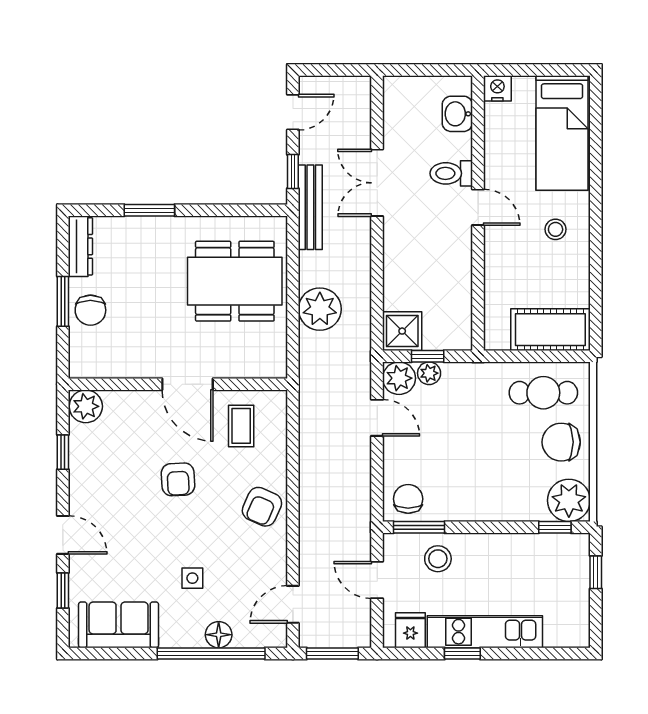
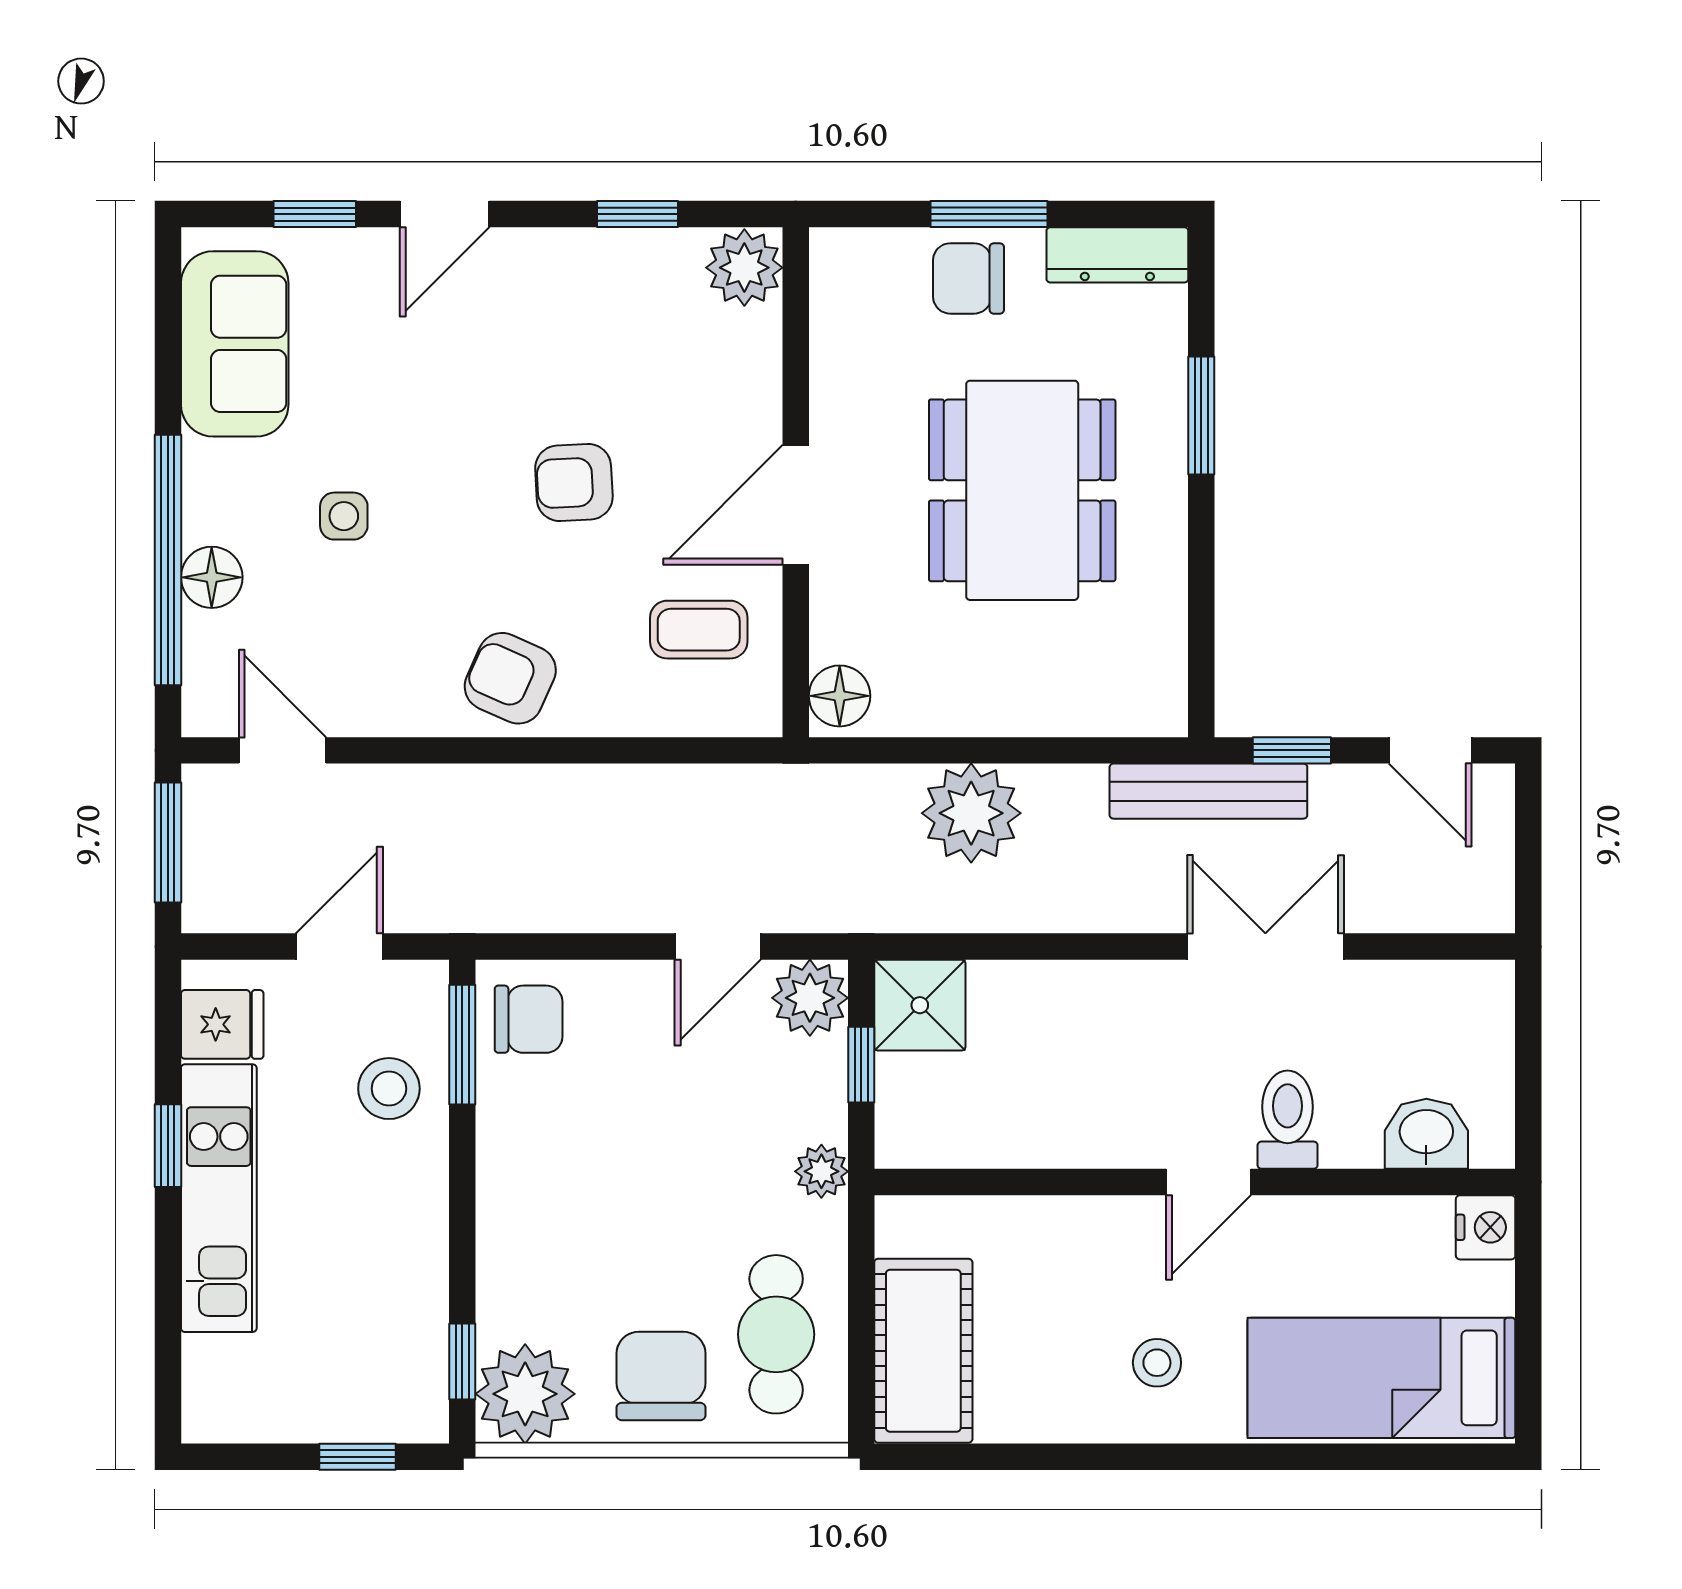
dining table: (235, 281) -> (1022, 490), moved
floor lamp: (270, 365) -> (840, 696), added
plant: (429, 373) -> (821, 1171), moved

